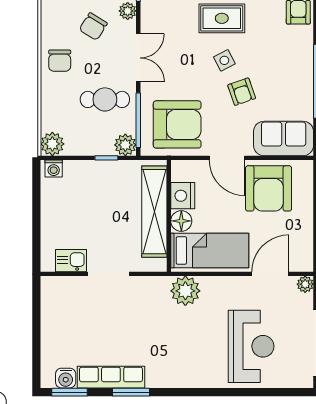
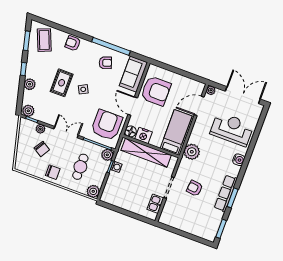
armchair: (242, 92) -> (105, 63), moved
cafe table: (105, 99) -> (80, 167), moved
door: (227, 158) -> (133, 106), swing flipped
washing machine: (54, 168) -> (116, 167), moved
floor lamp: (181, 221) -> (131, 131), moved
door: (270, 274) -> (199, 106), hinge flipped
armchair: (123, 319) -> (195, 188), added
row of seats: (111, 377) -> (226, 193), moved
water cooler: (66, 378) -> (239, 160), moved

